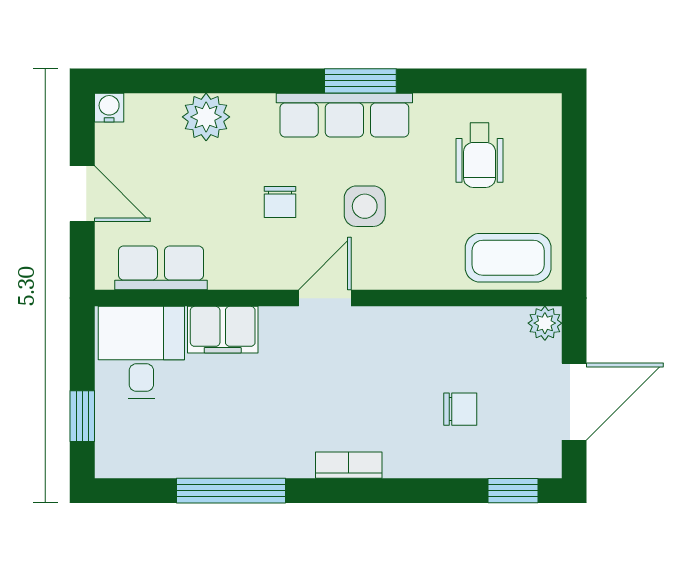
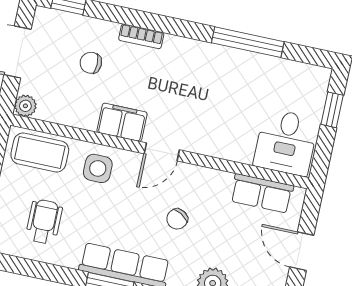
chair: (280, 202) -> (177, 219), turned -149
side table: (365, 206) -> (98, 168), moved
filing cabinet: (223, 330) -> (122, 122), moved
bookcase: (349, 465) -> (141, 36), moved

